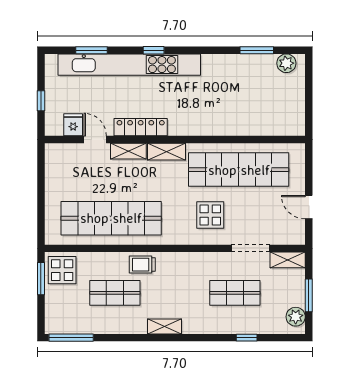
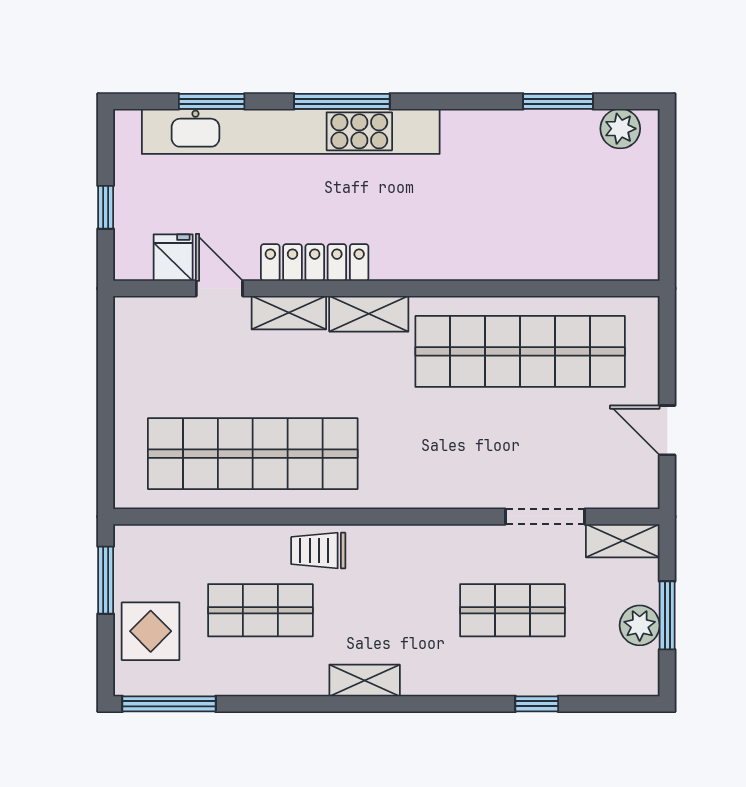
window: (154, 50) -> (342, 101), width x2.17
display table: (210, 215) -> (461, 447), removed
display table: (62, 270) -> (151, 631), moved
plant: (296, 317) -> (640, 625), moved

